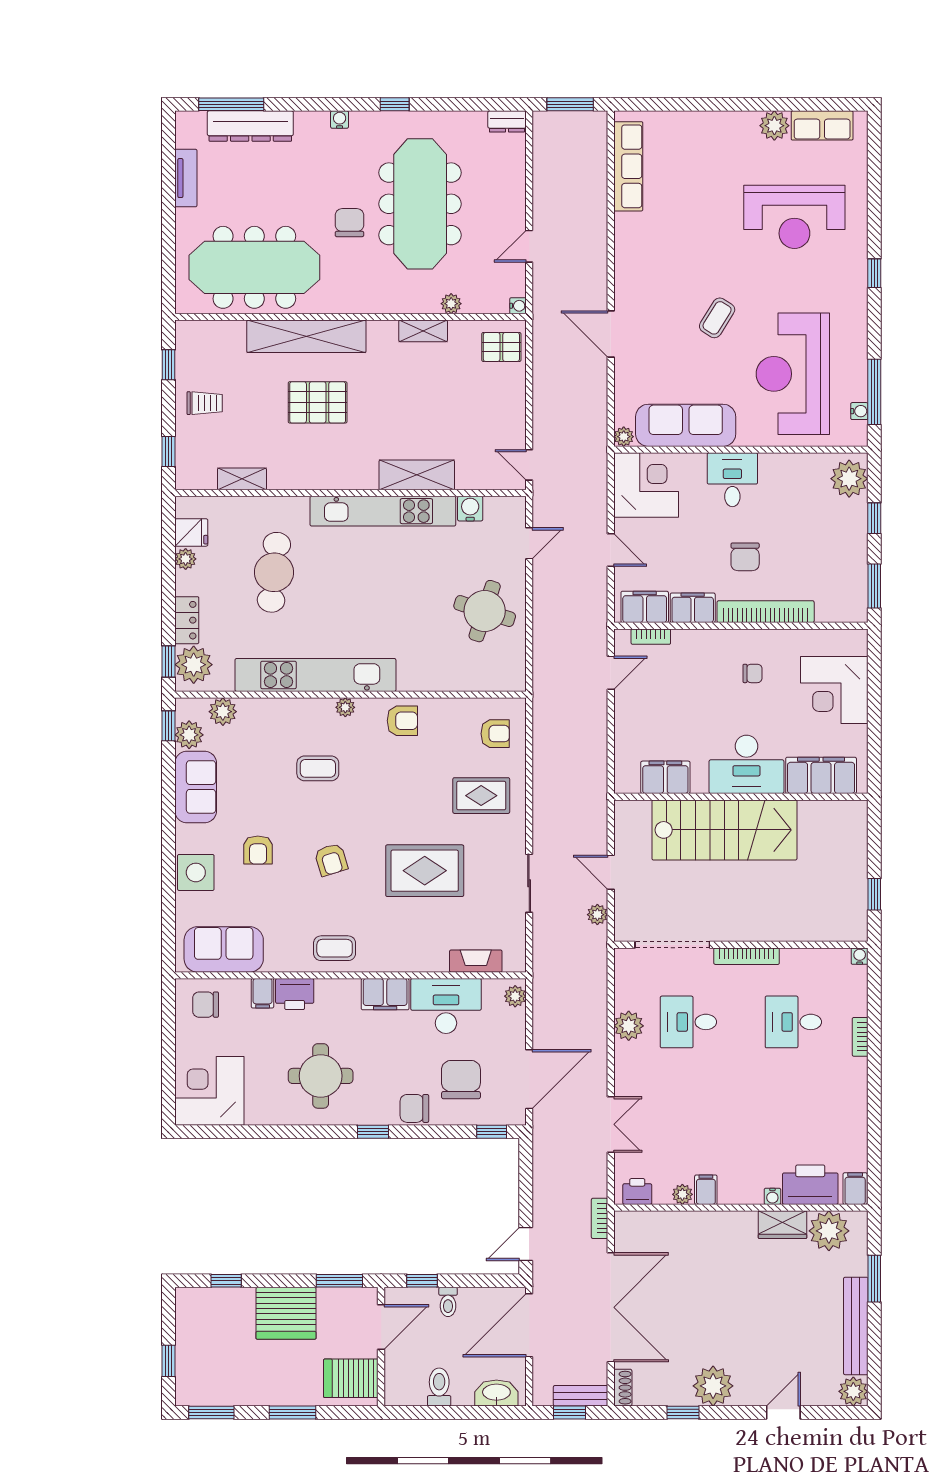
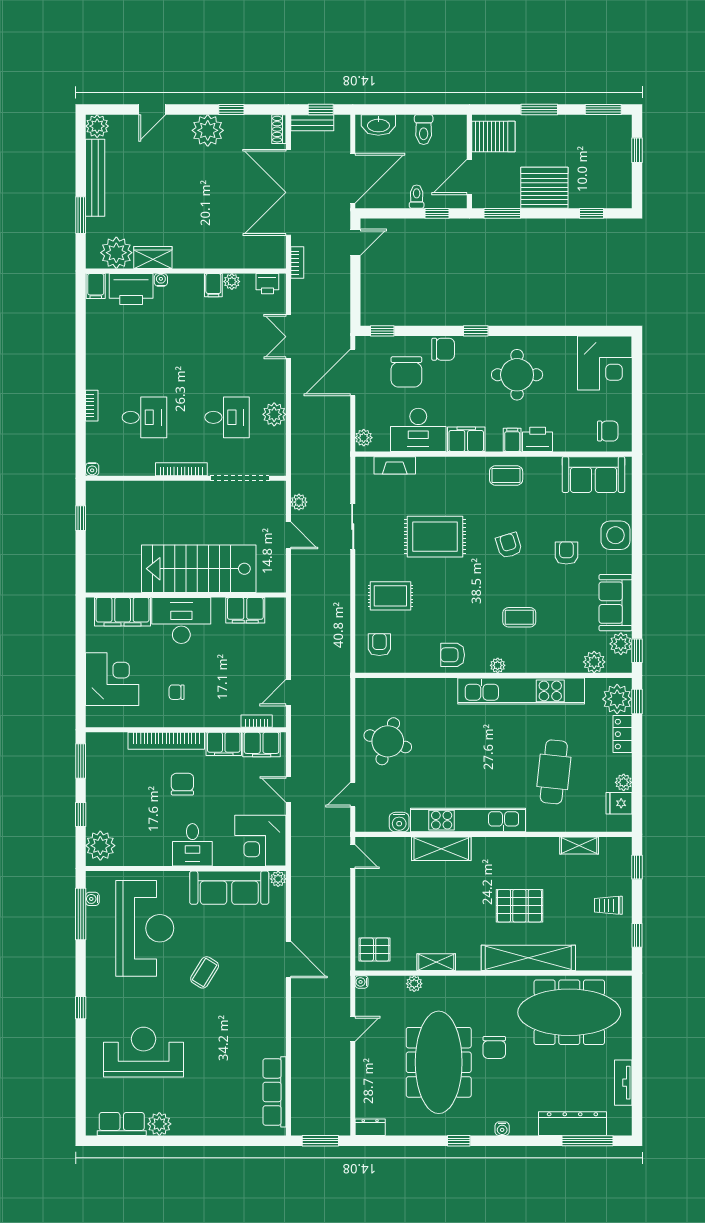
armchair: (495, 734) -> (379, 645), turned 90
filing cabinet: (263, 993) -> (512, 440), moved

